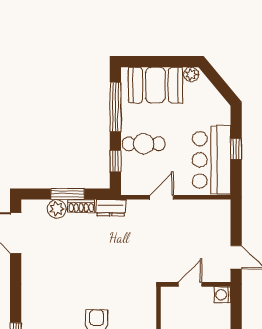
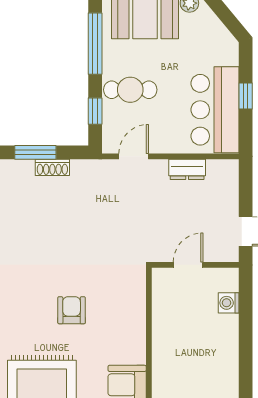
door: (162, 197) -> (134, 156), moved
dresser: (111, 208) -> (187, 169), moved
plant: (57, 209) -> (22, 171), removed
washing machine: (222, 295) -> (229, 303), moved

